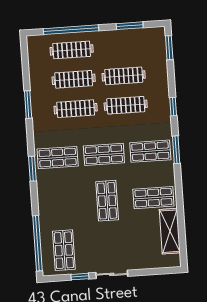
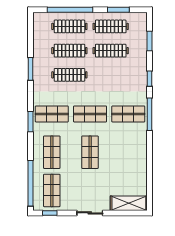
window: (169, 48) -> (150, 41), moved
clothes rail: (126, 105) -> (111, 26), moved
window: (176, 150) -> (150, 114), width x1.44
shop shelf: (153, 198) -> (52, 152), moved, turned 90
shelving: (170, 231) -> (129, 203), moved, turned 90
window: (80, 277) -> (50, 213), moved

